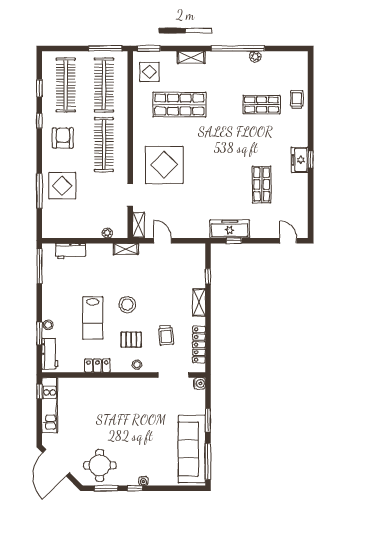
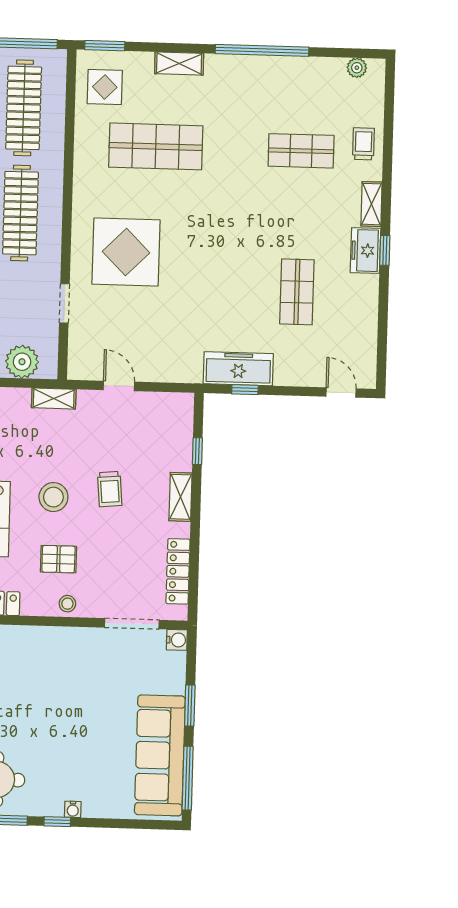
plant: (255, 57) -> (357, 68), moved
shelving: (139, 225) -> (372, 204), moved
plant: (107, 233) -> (22, 362), width x1.88, depth x1.88
trolley: (166, 335) -> (110, 489), moved

